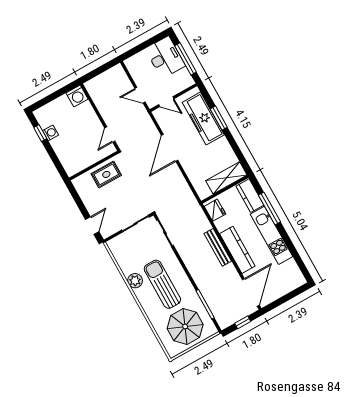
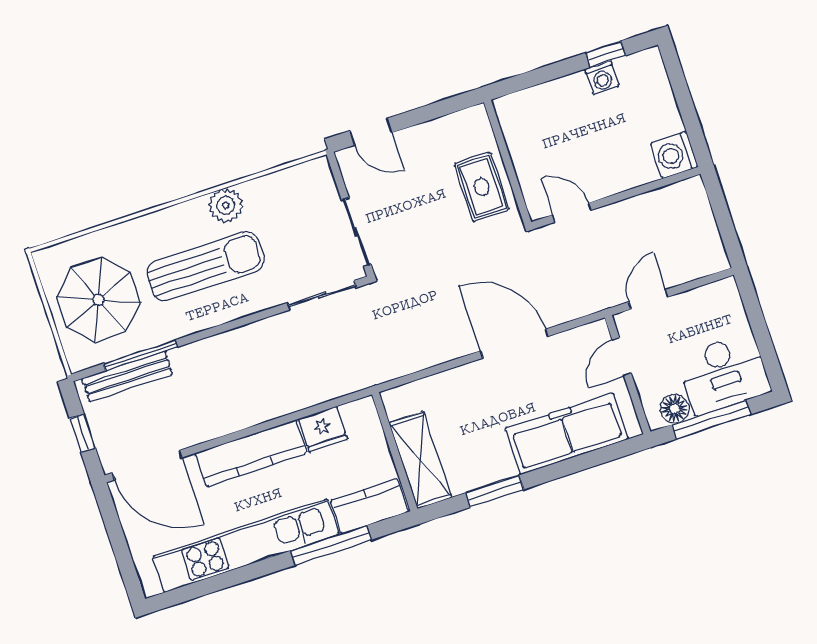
floor lamp: (184, 75) -> (674, 409), added
window: (219, 118) -> (495, 491), moved
fridge: (215, 210) -> (323, 429), moved
kitchen unit: (272, 235) -> (245, 546), width x1.36
bench: (218, 247) -> (127, 376), moved

